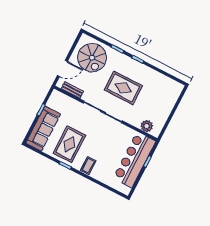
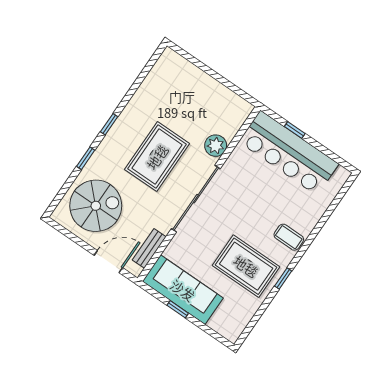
door: (62, 68) -> (108, 262), hinge flipped
plant: (147, 126) -> (216, 146), moved
sofa: (43, 129) -> (183, 290), moved

